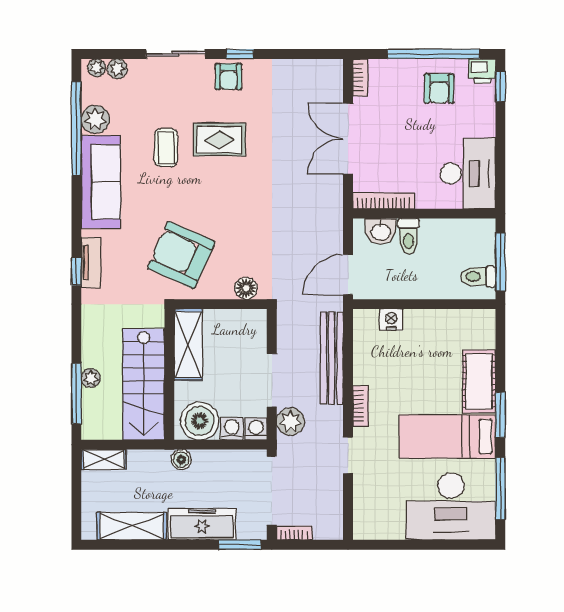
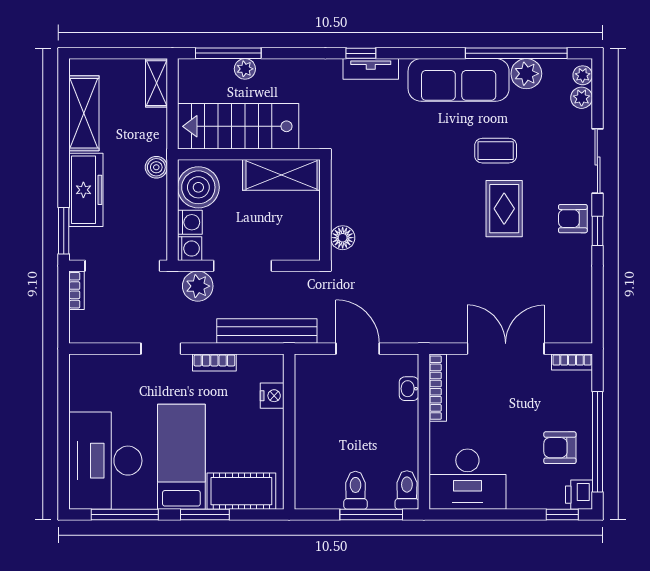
washbasin: (381, 231) -> (409, 389), width x0.72, depth x0.69
toilet: (409, 236) -> (407, 490), moved, turned 90
armchair: (181, 255) -> (379, 167), removed
wall: (424, 304) -> (289, 432), moved
nightstand: (391, 320) -> (272, 396), moved

